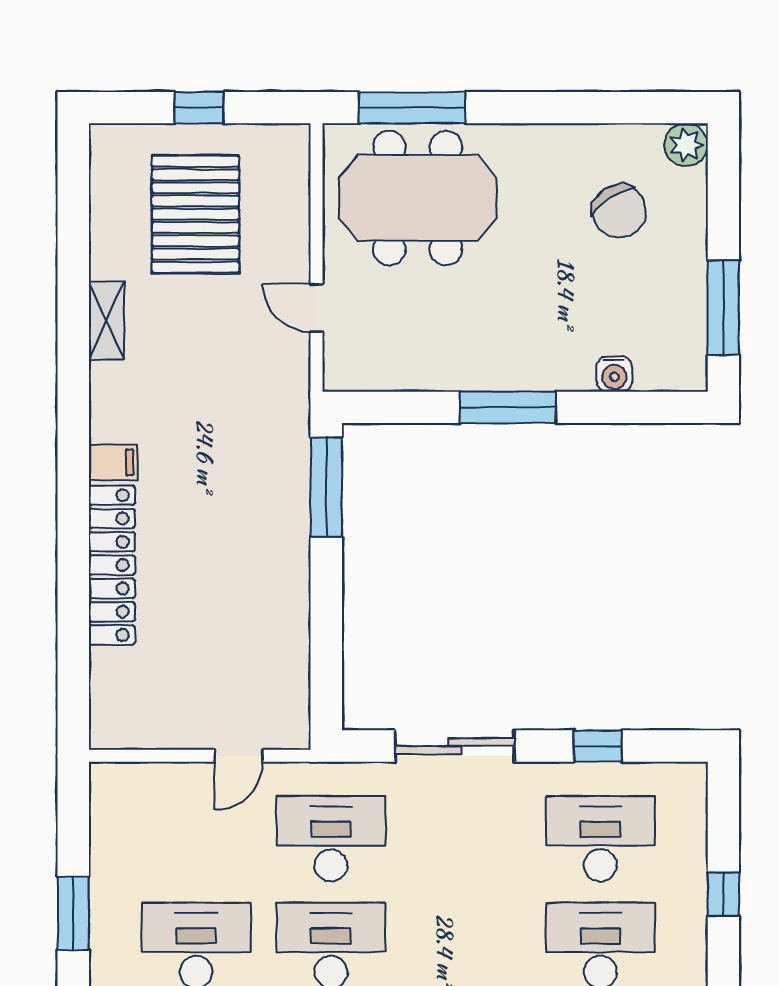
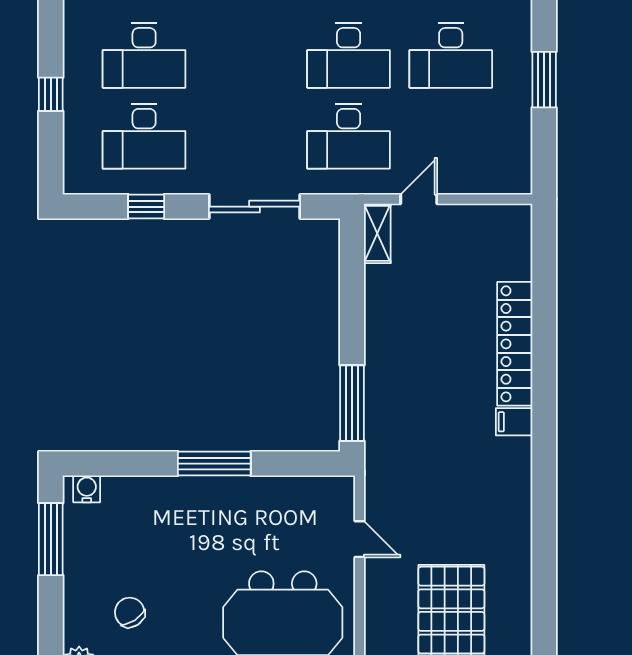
chair: (619, 211) -> (130, 612), width x0.73, depth x0.73
shelving: (106, 321) -> (377, 233), moved
water cooler: (614, 374) -> (87, 489), moved

